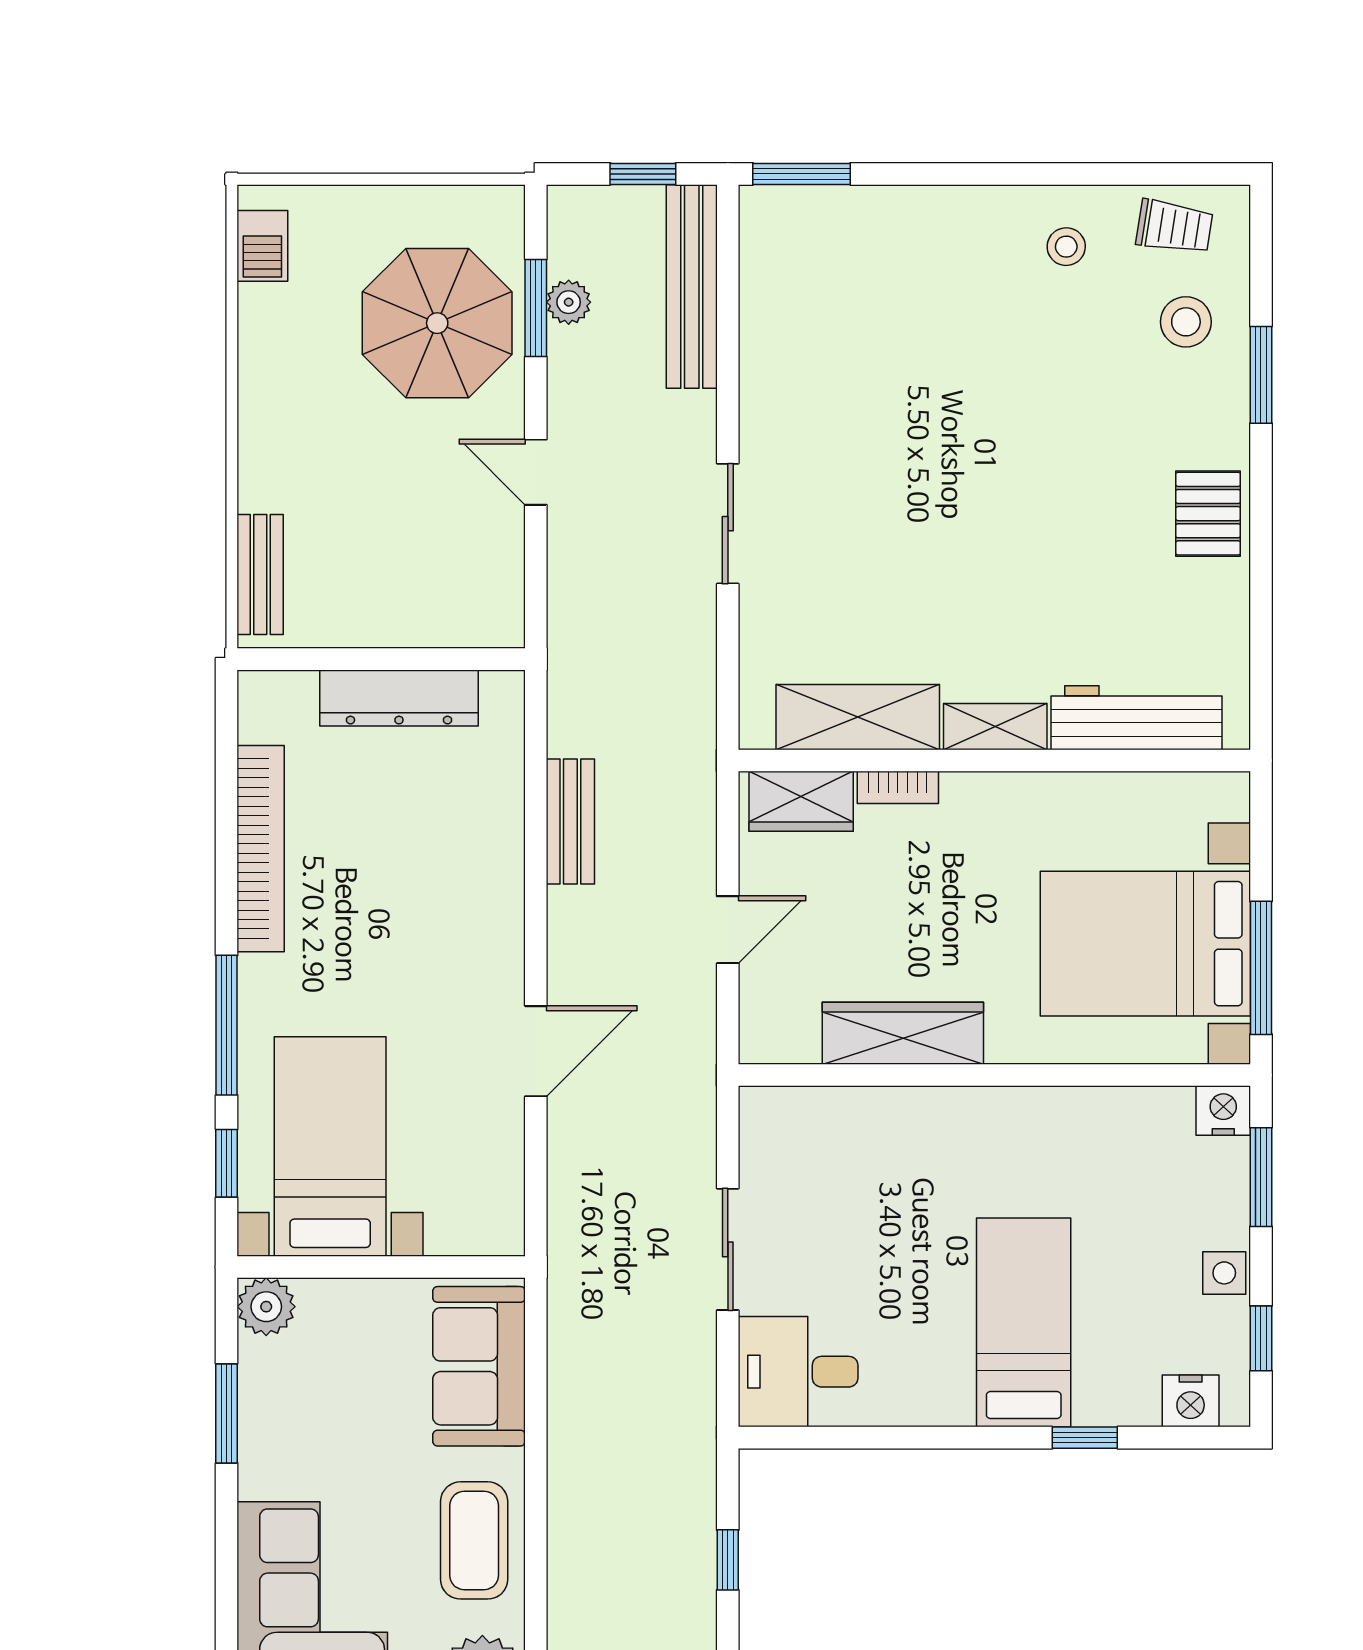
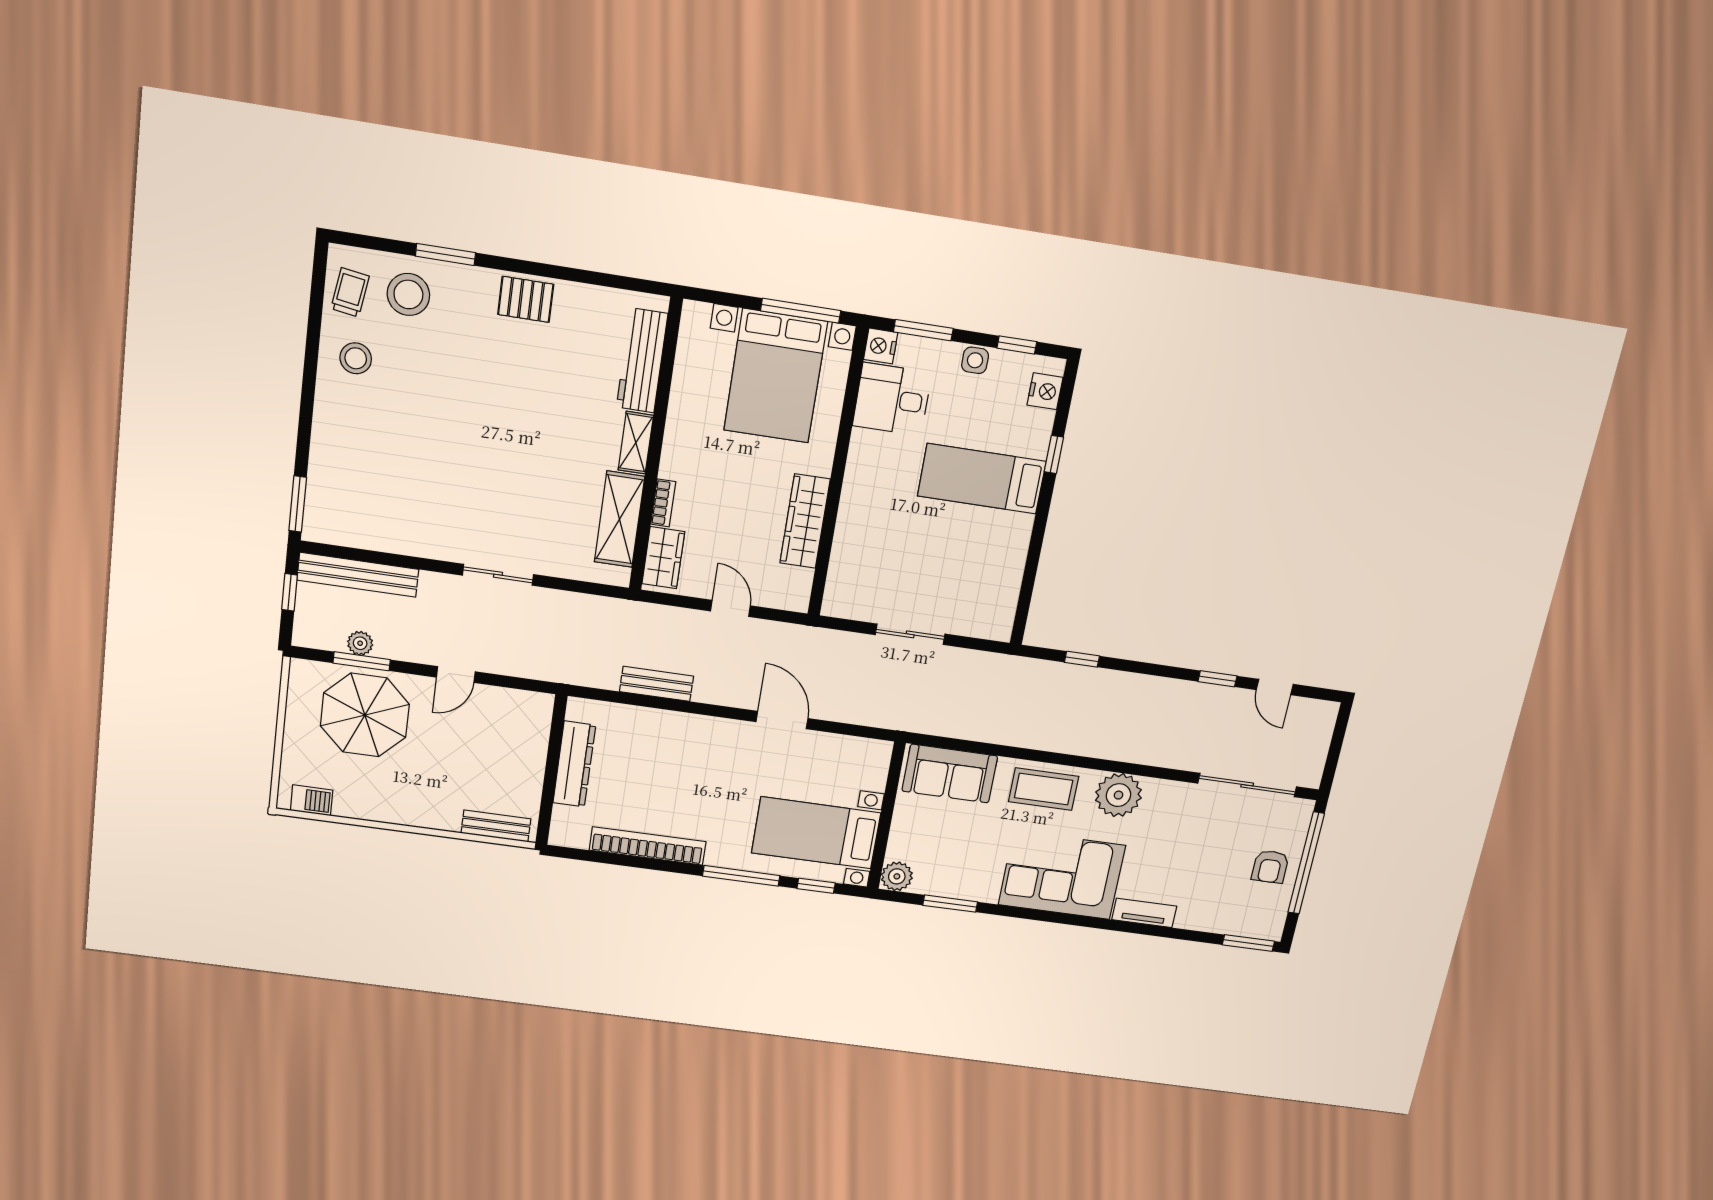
stool: (1066, 247) -> (356, 358), width x1.37, depth x1.37
stool: (1186, 322) -> (408, 294), width x1.38, depth x1.38
desk: (798, 1372) -> (892, 399), moved, turned 90

